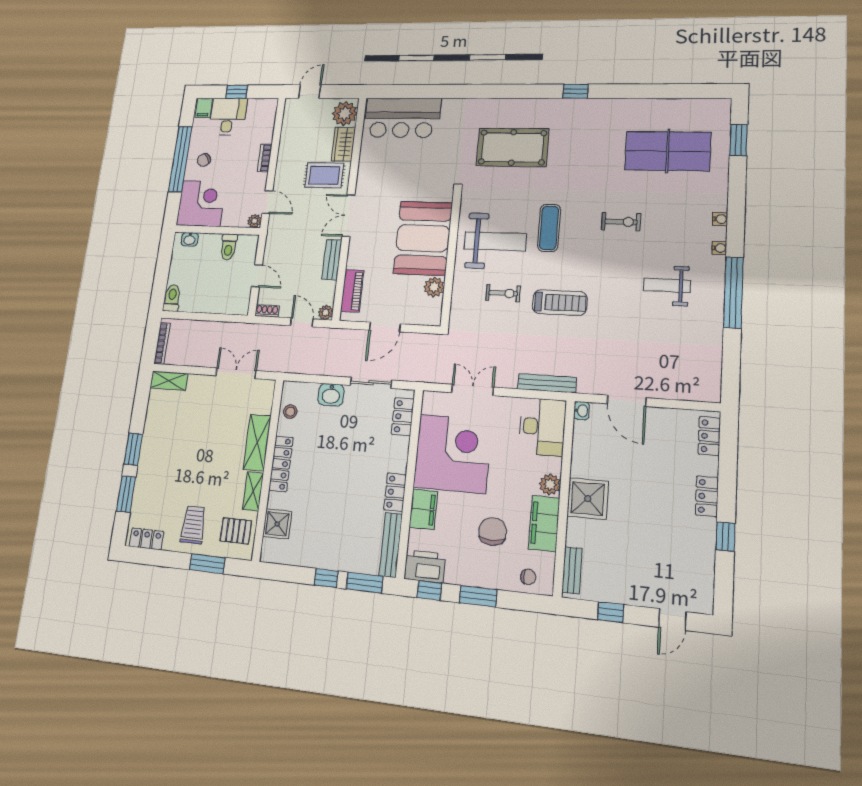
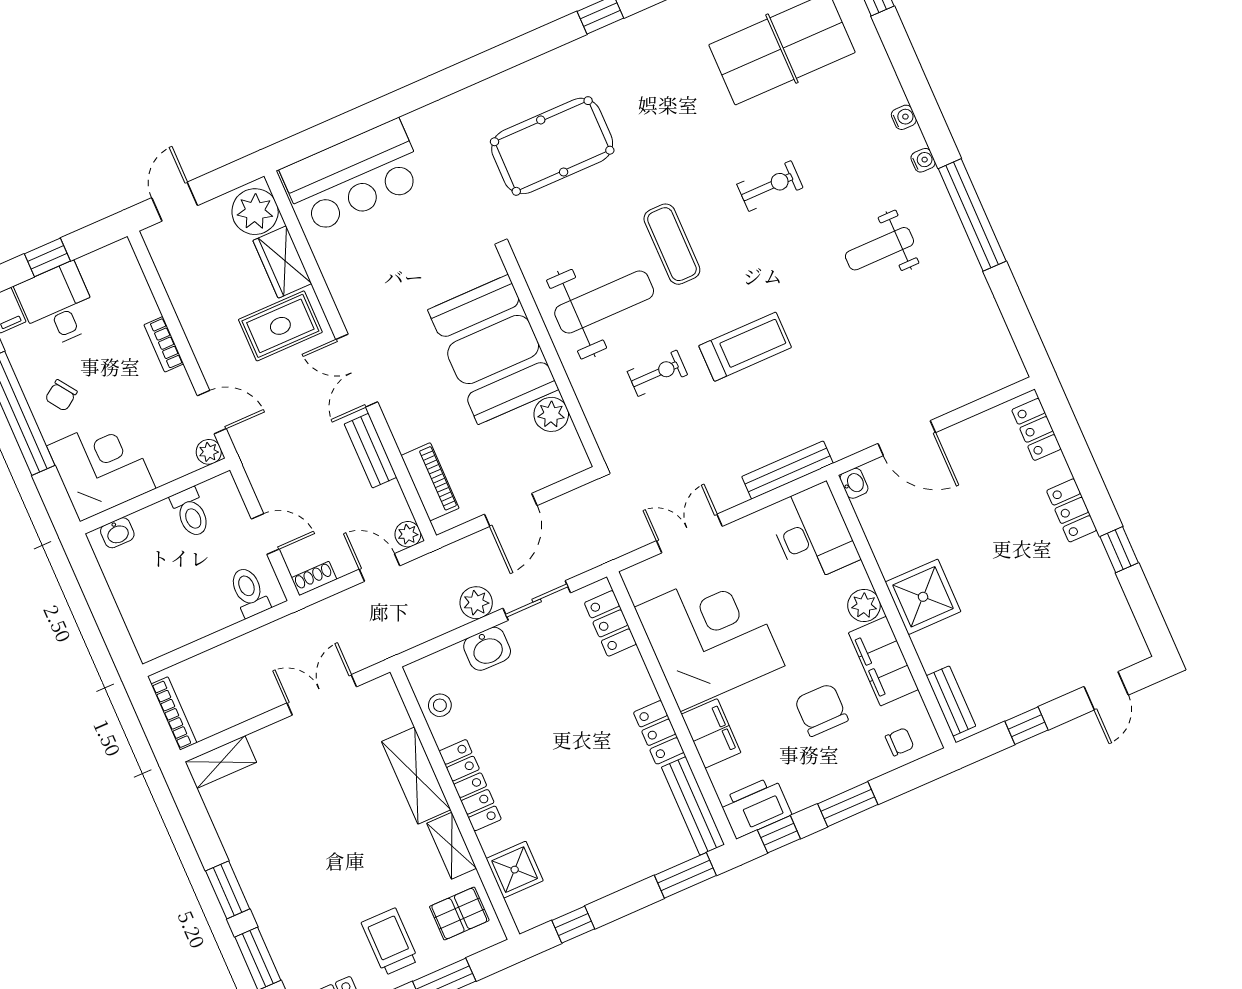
toilet: (172, 298) -> (249, 592), moved
plant: (339, 367) -> (476, 603), added
window: (326, 578) -> (573, 925), moved

